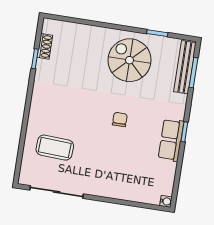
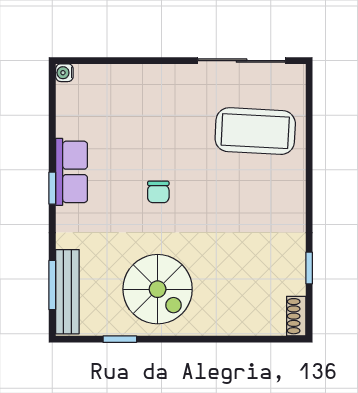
shoe rack: (45, 46) -> (296, 316), moved
coffee table: (55, 148) -> (255, 131), width x1.36, depth x1.32

